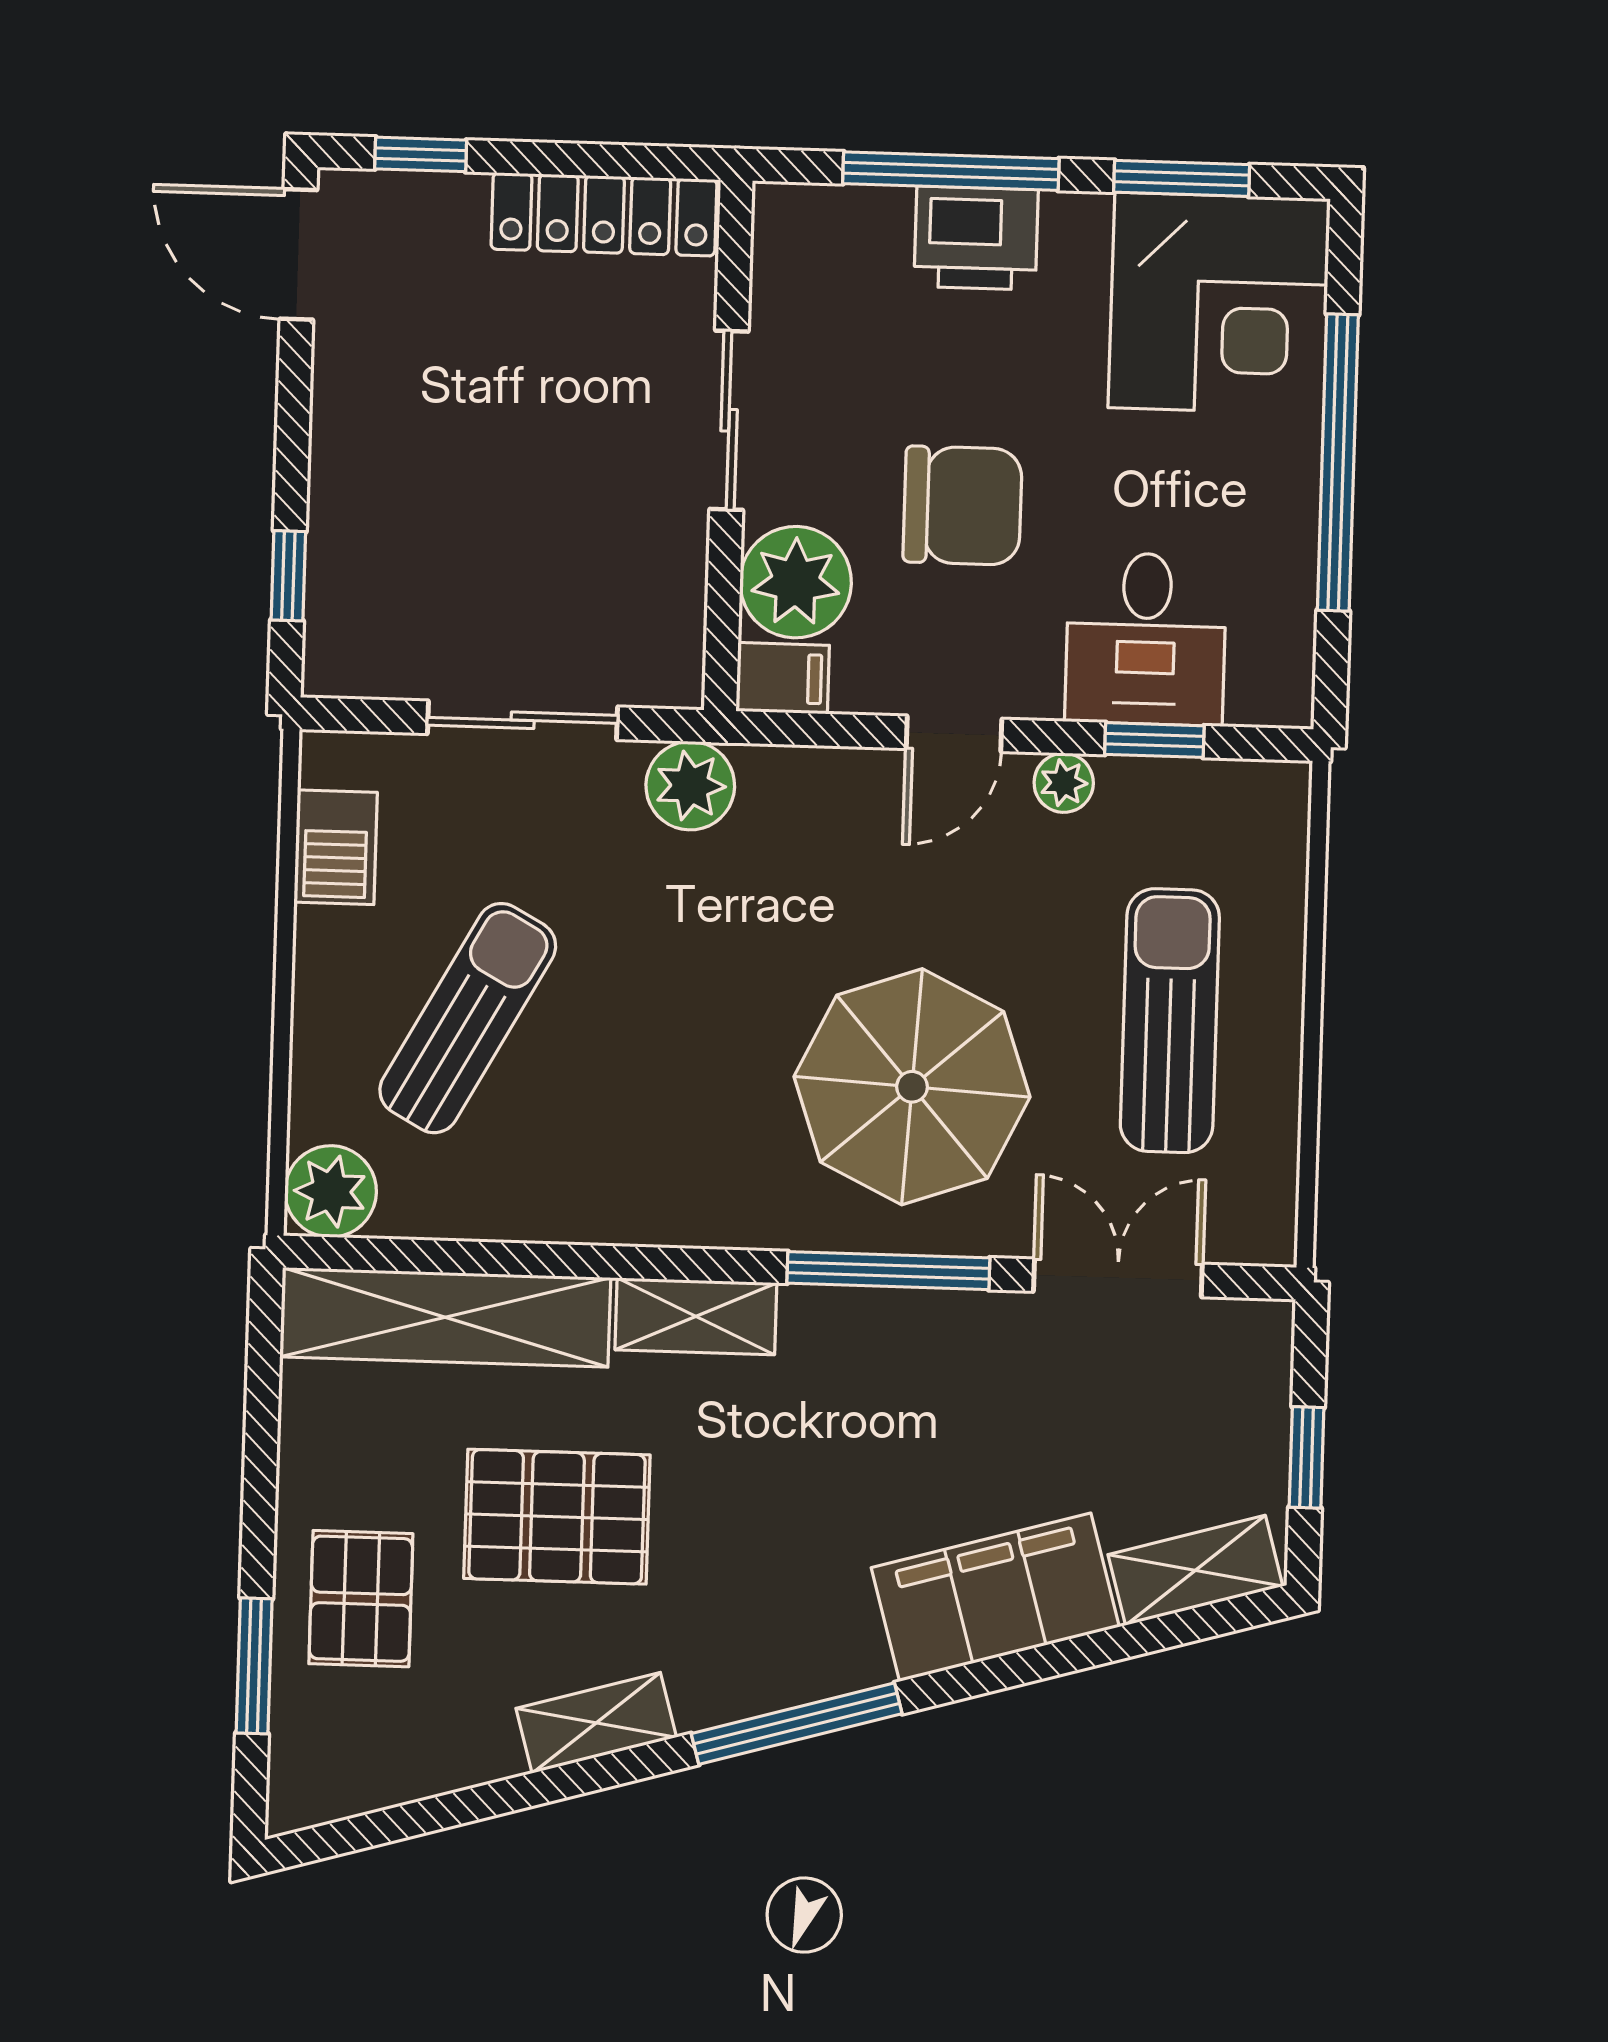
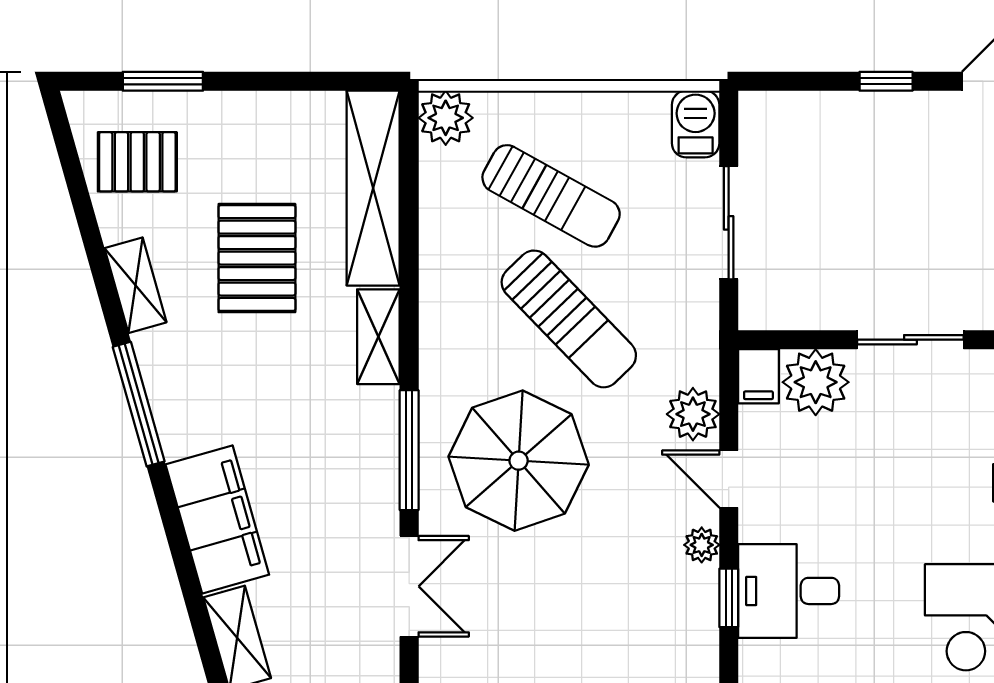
chair: (963, 506) -> (864, 480), removed
window: (288, 576) -> (886, 81), moved
plant: (690, 786) -> (693, 414), moved
barbecue: (336, 847) -> (696, 124), moved, turned 90
sun lounger: (1170, 1021) -> (569, 319), moved, turned 46
pallet: (361, 1599) -> (137, 162), moved

